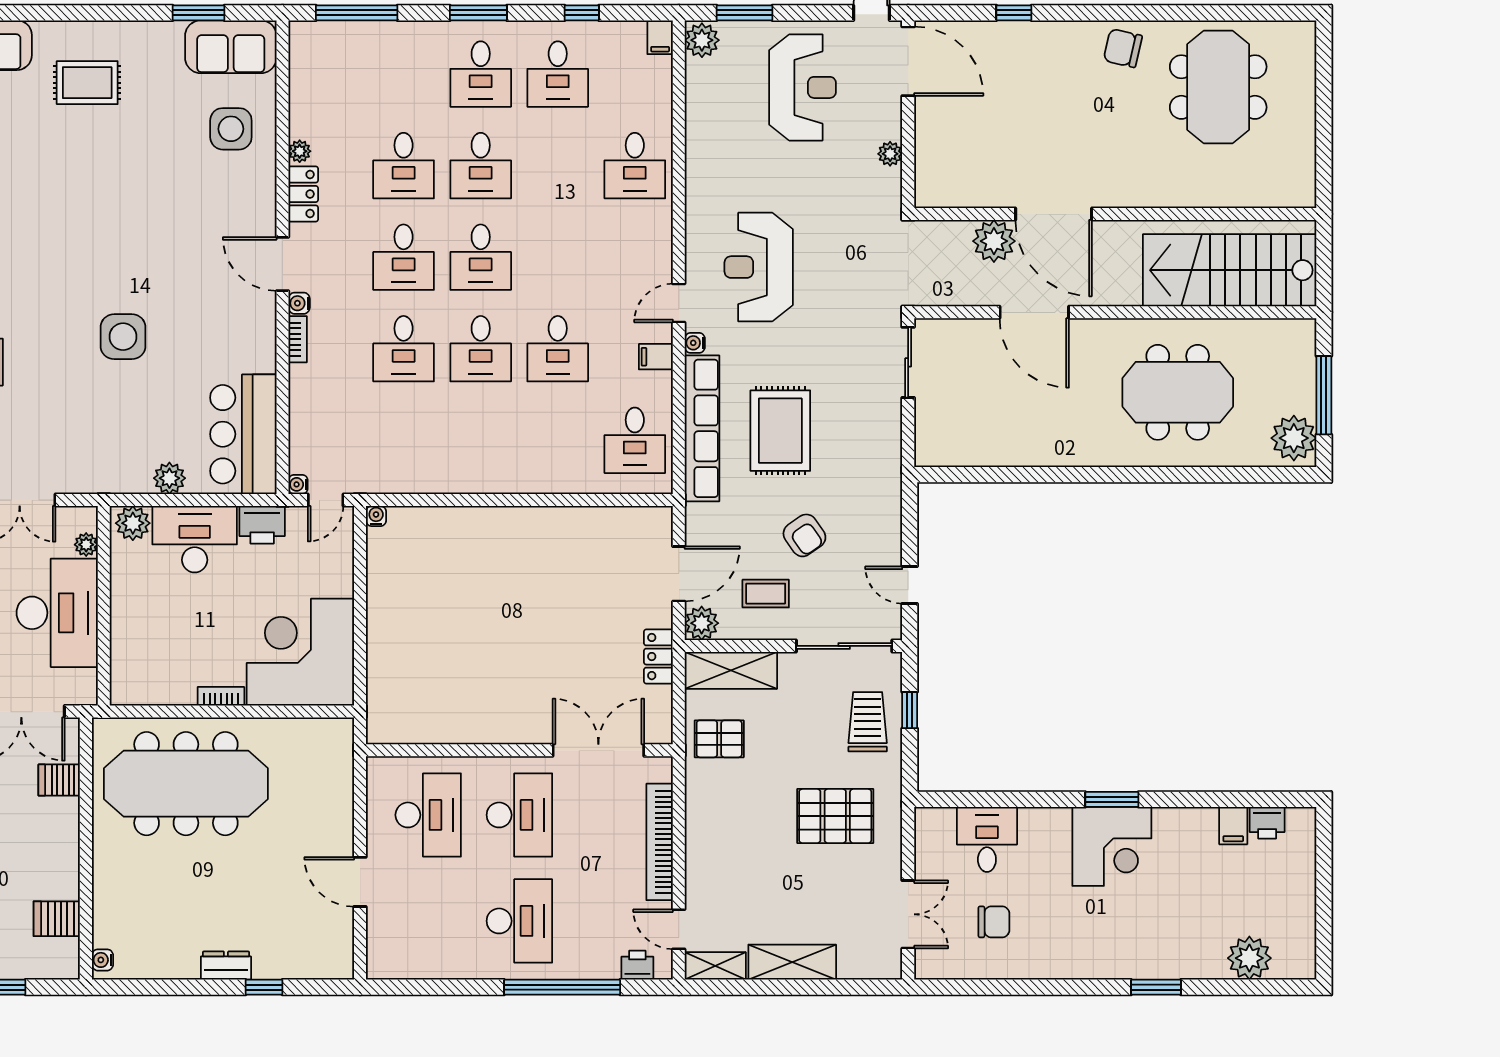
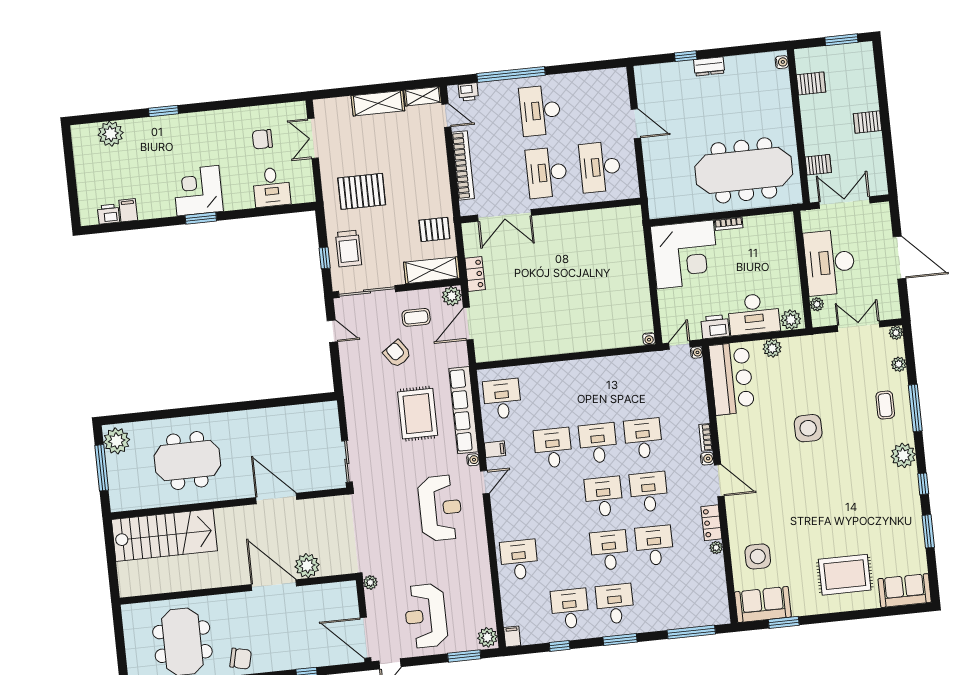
rug: (87, 83) -> (845, 575), width x1.36, depth x1.43
door: (1054, 214) -> (274, 585), moved
wall: (1115, 214) -> (238, 589), moved
plant: (994, 241) -> (307, 566), moved

